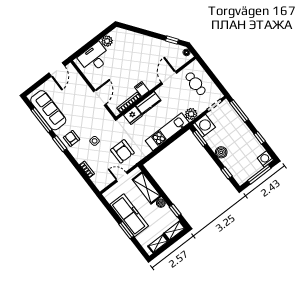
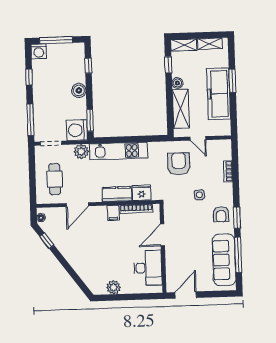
desk: (94, 58) -> (148, 268), moved, turned -90

